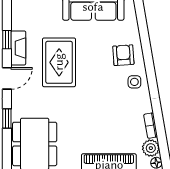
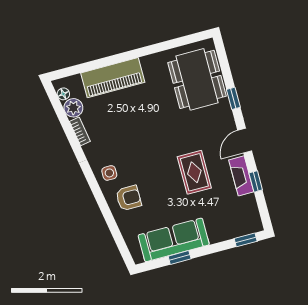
armchair: (123, 55) -> (129, 198), turned -86
rug: (59, 62) -> (194, 172), width x0.73, depth x0.70

